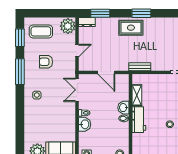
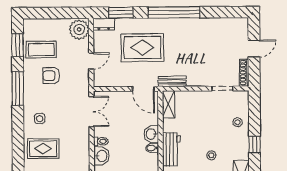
window: (141, 13) -> (174, 12), width x2.11
rug: (131, 28) -> (142, 48), moved, width x1.36, depth x1.43
coffee table: (41, 31) -> (41, 50), moved
door: (106, 72) -> (143, 89), moved
double door: (77, 90) -> (92, 112), swing flipped
shelving: (137, 95) -> (169, 104), moved
rug: (39, 118) -> (43, 149), added

